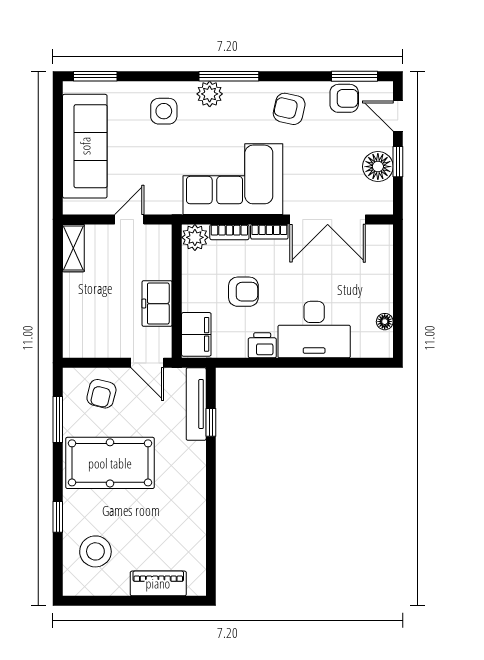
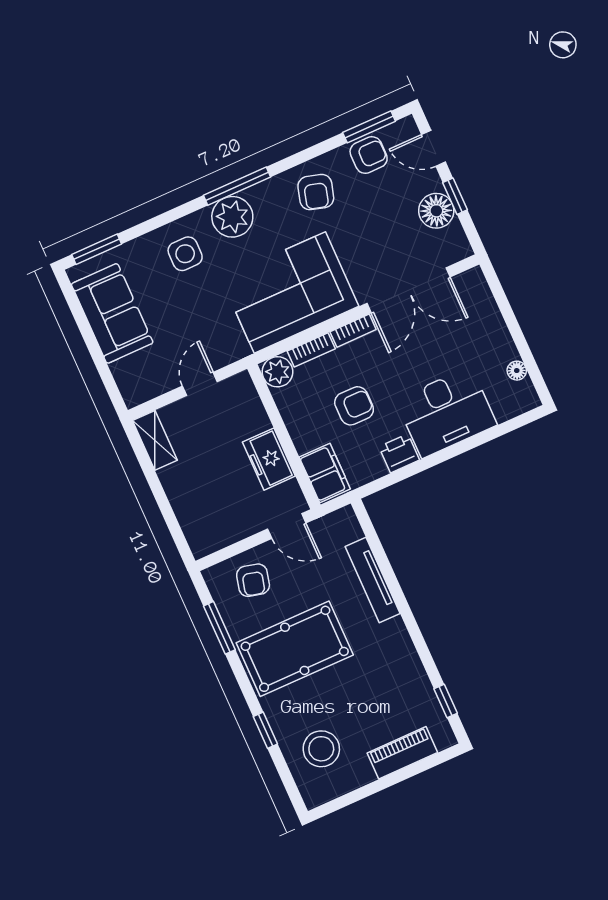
plant: (210, 94) -> (232, 217), width x1.36, depth x1.36
armchair: (289, 109) -> (316, 192), turned -87
sofa: (85, 146) -> (112, 313), width x0.73
tv unit: (196, 404) -> (373, 580), moved
window: (211, 422) -> (446, 701), moved

